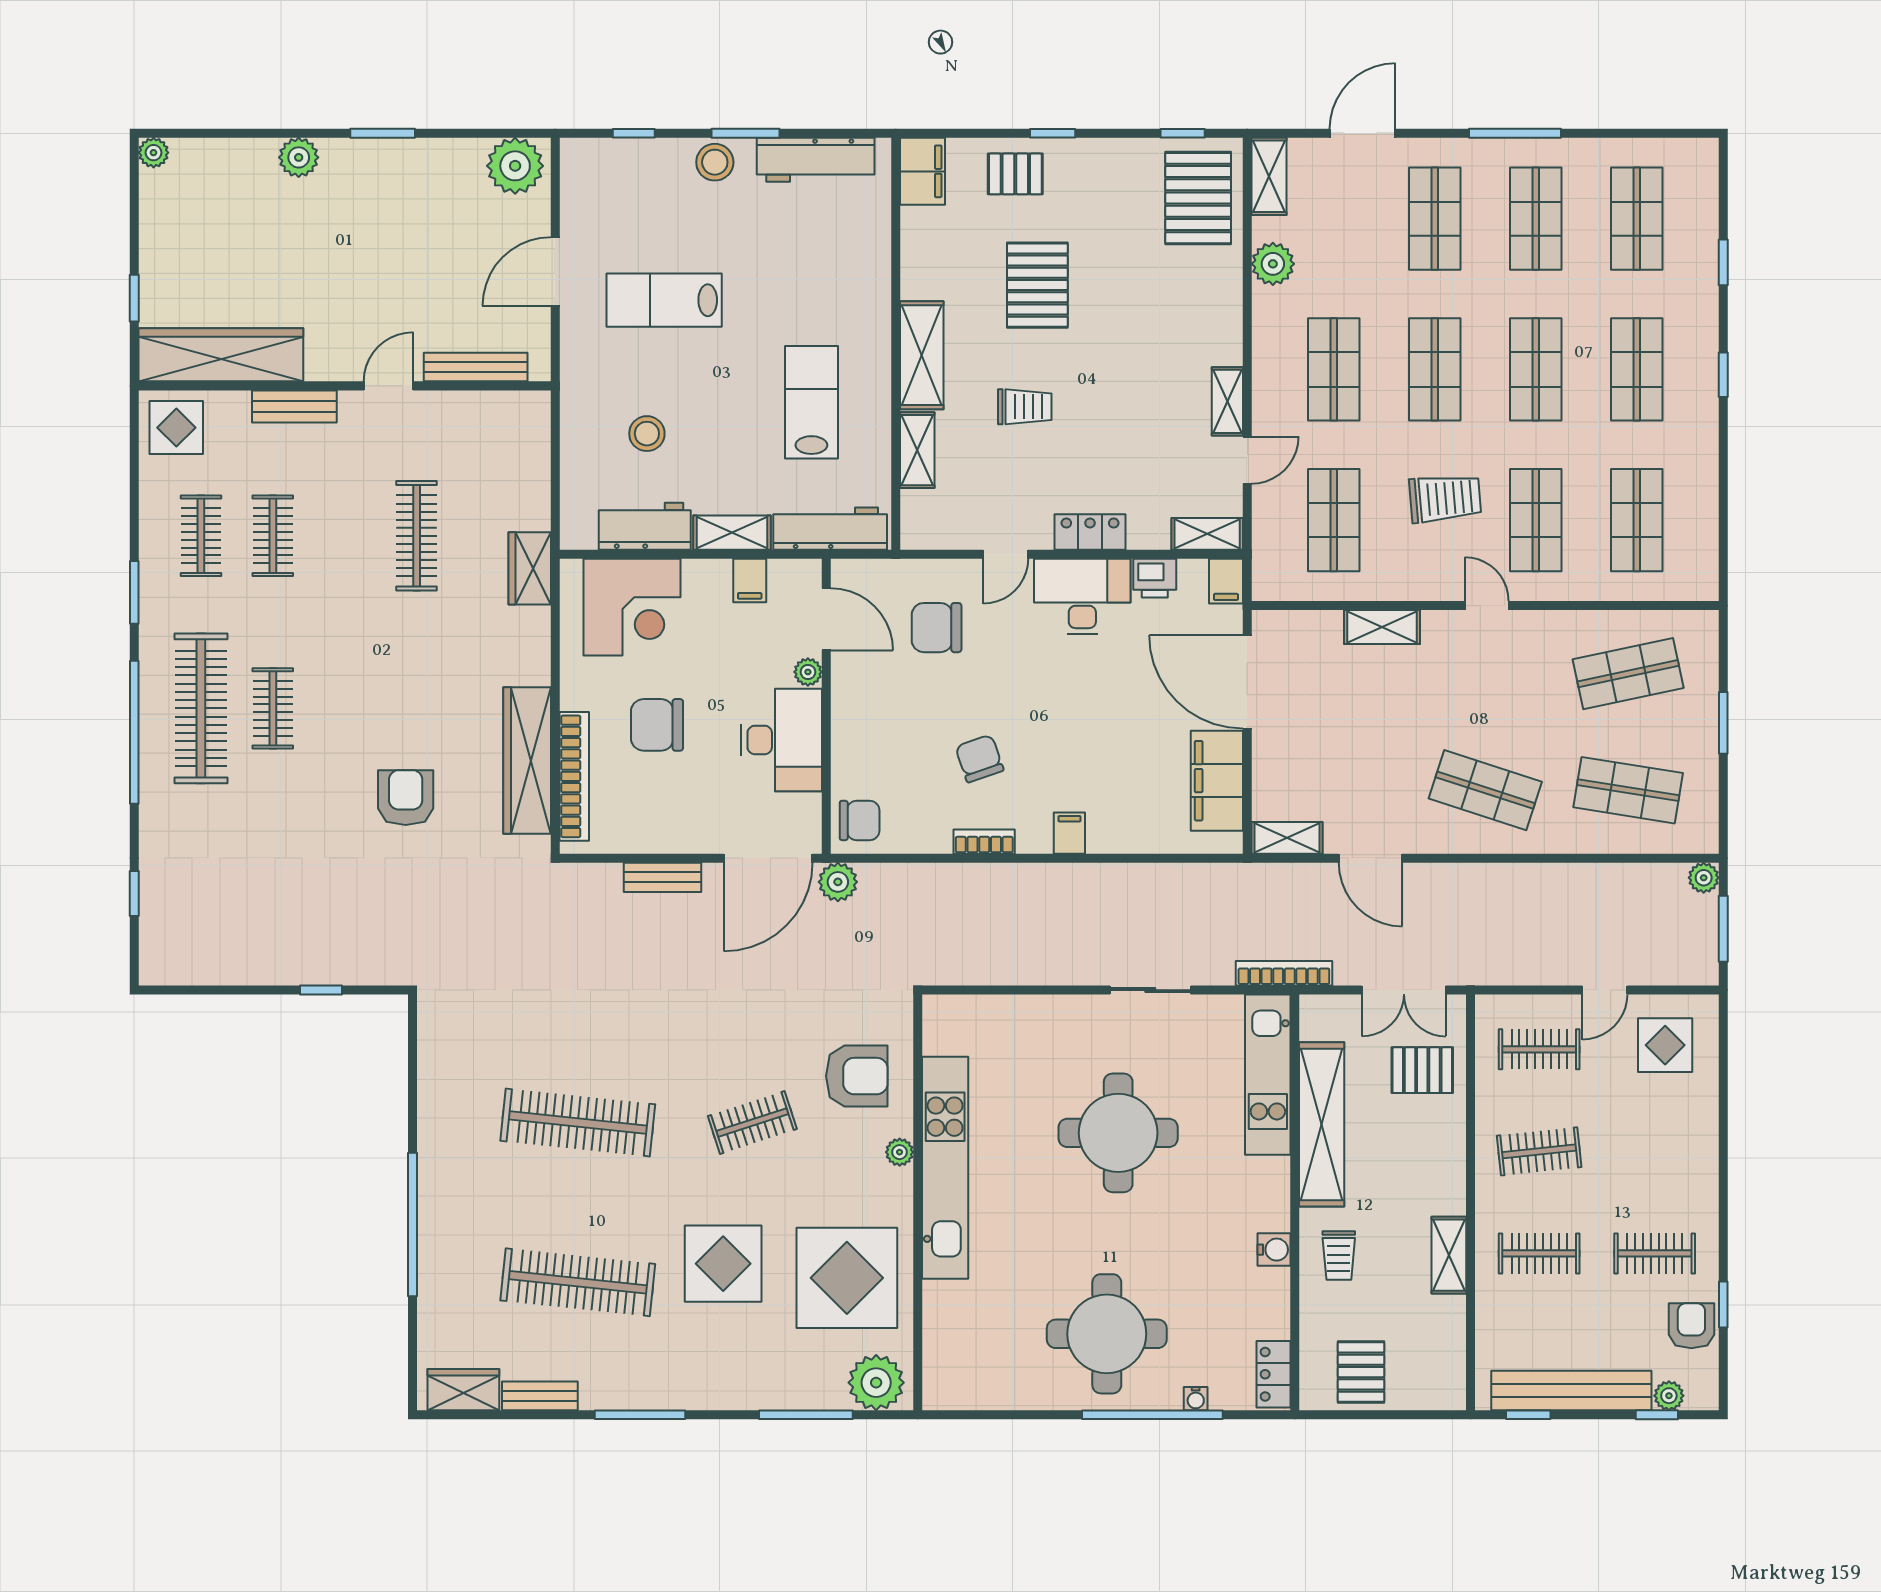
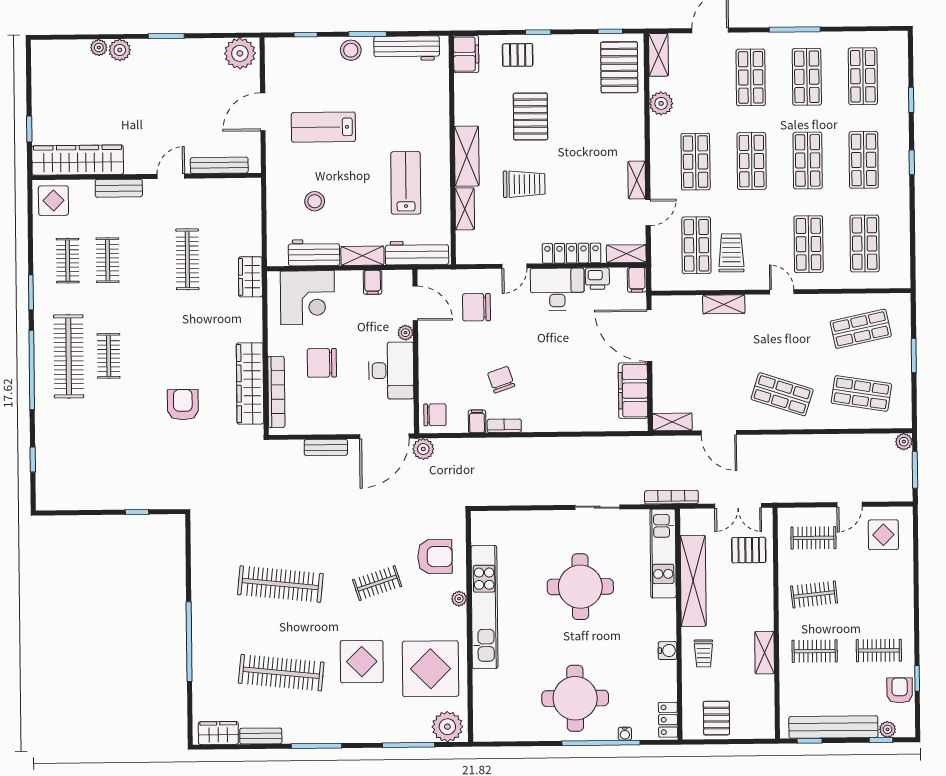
plant: (154, 153) -> (99, 48), moved
trolley: (1025, 407) -> (524, 184), width x1.36, depth x1.39
trolley: (1445, 498) -> (731, 253), moved, turned -85
locker: (1090, 532) -> (572, 253), width x1.53
filing cabinet: (1069, 833) -> (477, 421), moved

